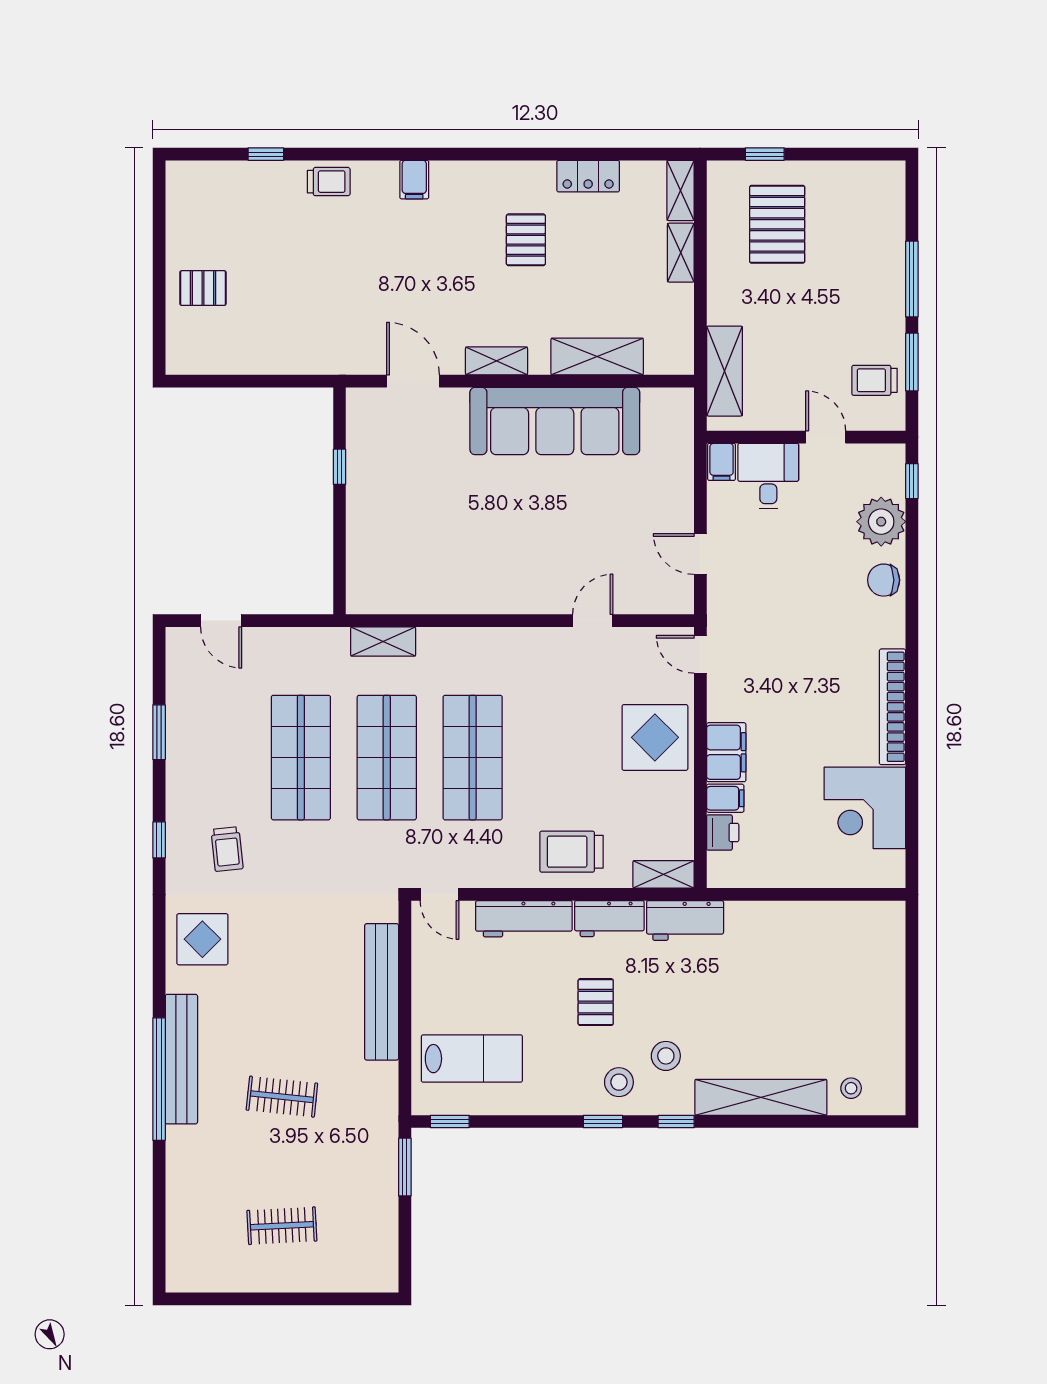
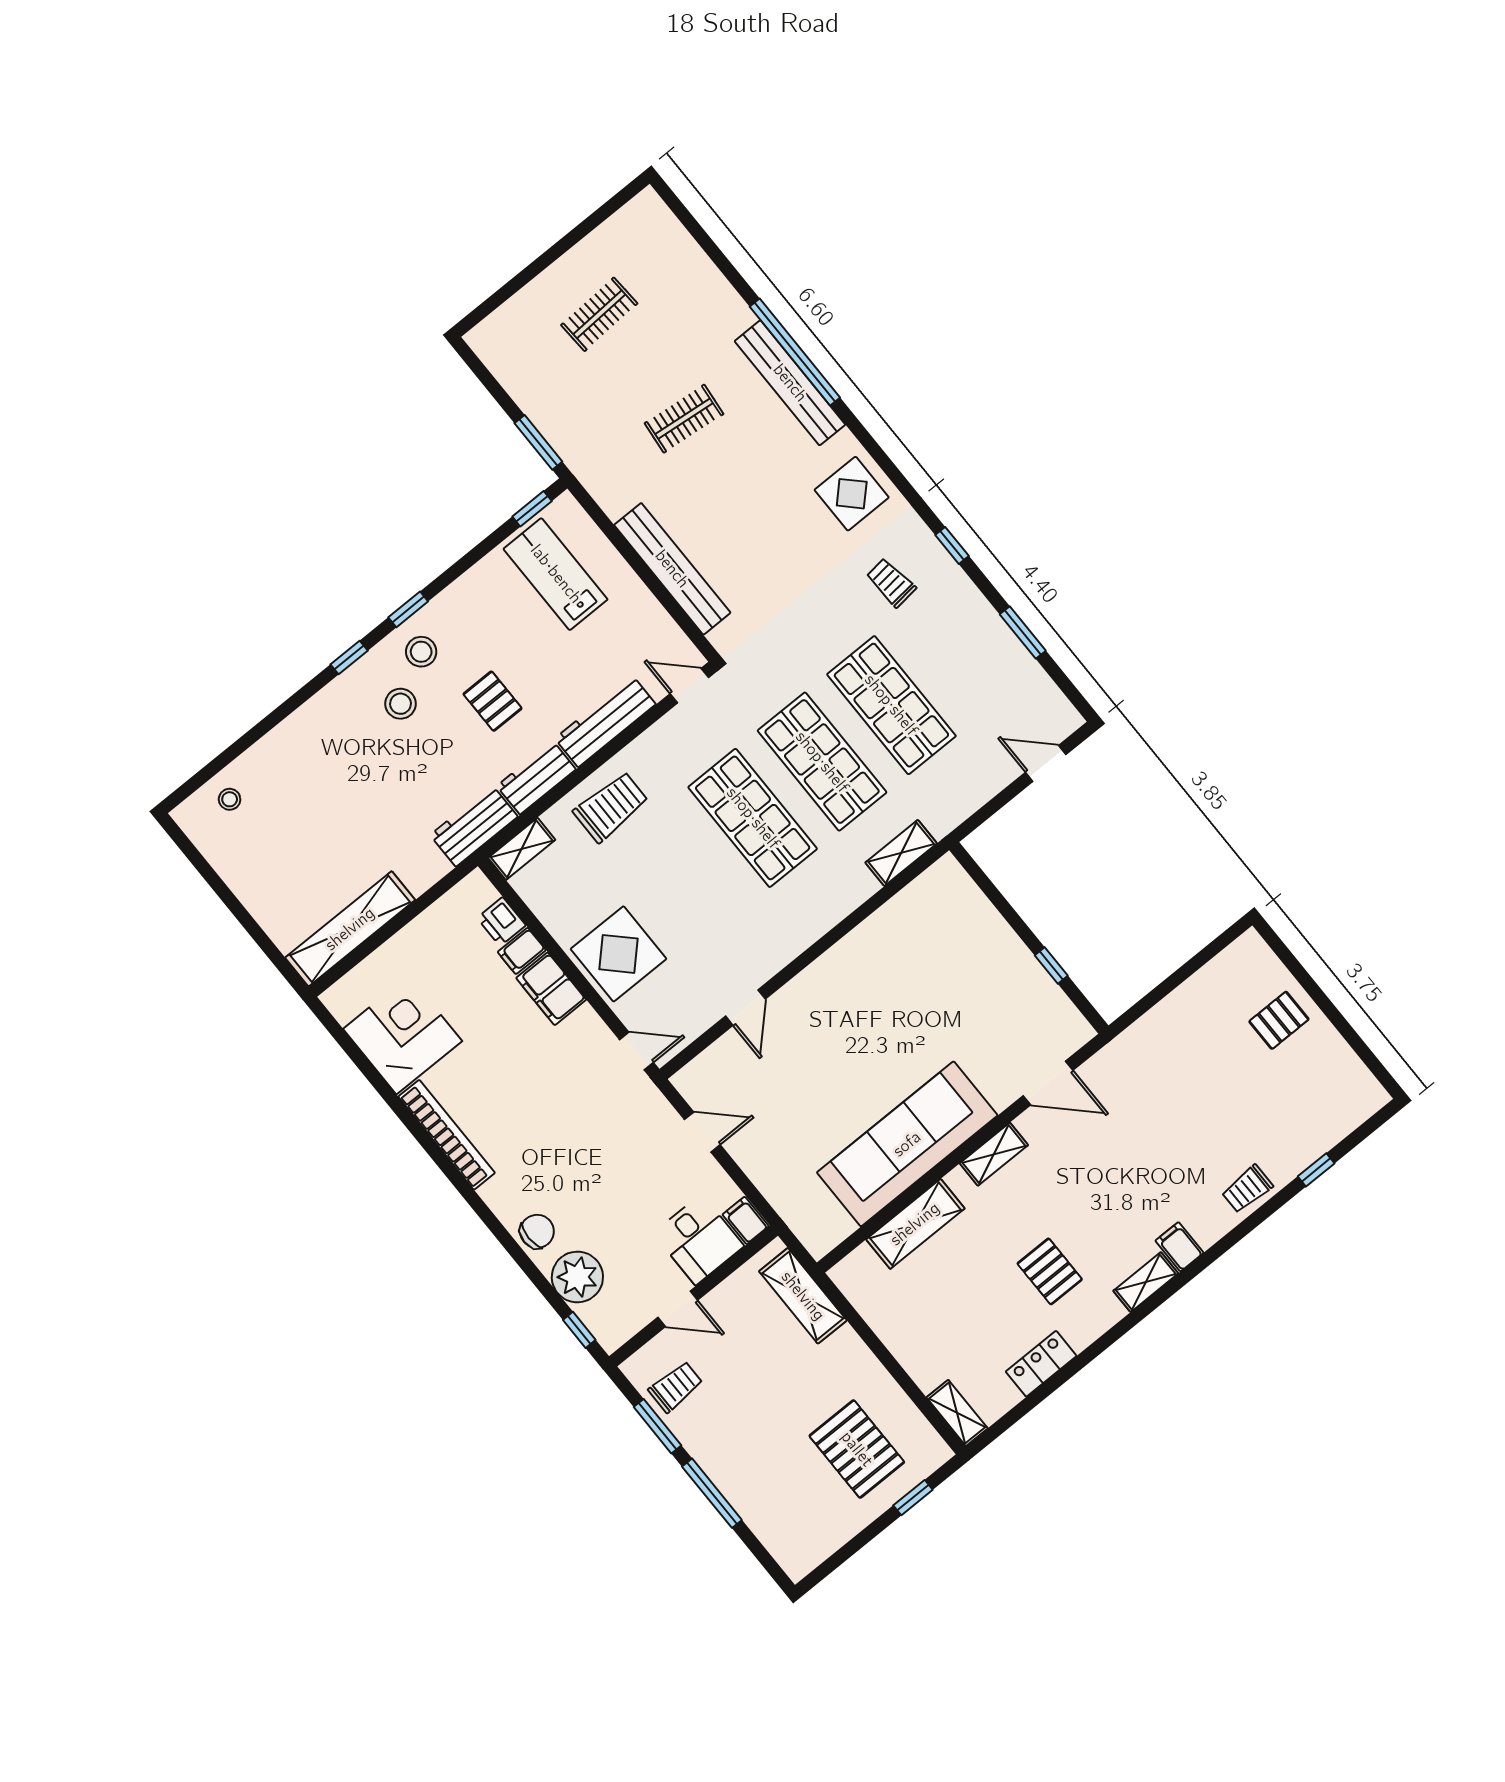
shelving: (681, 253) -> (1146, 1282), moved, turned 90
lab bench: (472, 1059) -> (556, 574), turned 90
shelving: (761, 1097) -> (350, 929), moved

